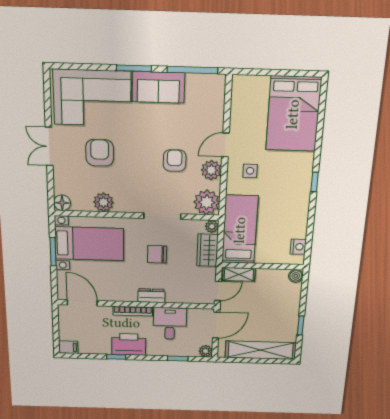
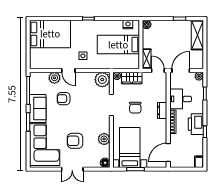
armchair: (175, 161) -> (64, 99), moved
plant: (211, 170) -> (54, 78), moved
bed: (240, 230) -> (118, 45), moved
door: (216, 325) -> (181, 70), hinge flipped
shelving: (261, 350) -> (197, 35), width x0.68

